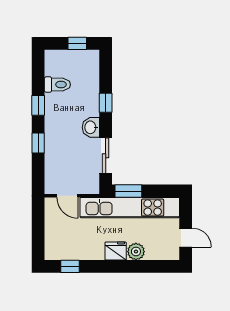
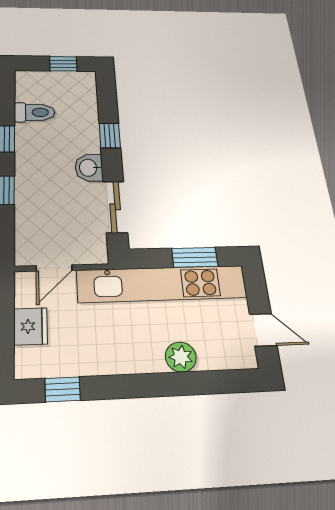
window: (128, 191) -> (195, 257), moved
door: (67, 196) -> (54, 268), hinge flipped
fridge: (116, 251) -> (30, 326), moved, turned 90

